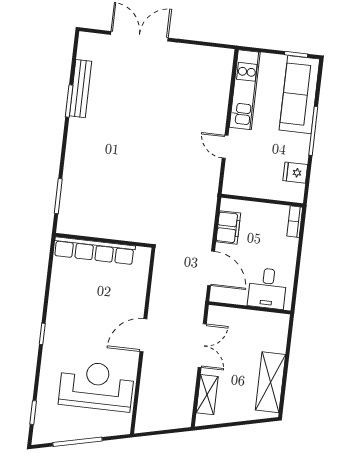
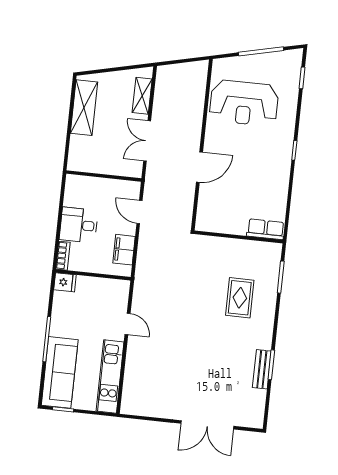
bench: (81, 89) -> (262, 369), width x0.73
fridge: (295, 173) -> (65, 282), moved
rug: (103, 174) -> (240, 298), added
row of seats: (94, 251) -> (266, 229), width x0.50
door: (211, 268) -> (140, 212), width x0.73
desk: (267, 288) -> (79, 225), moved, turned -90
door: (143, 335) -> (199, 167), moved

